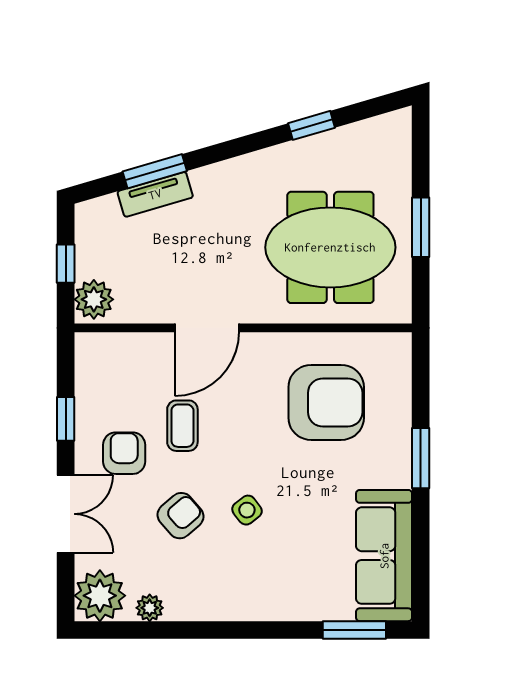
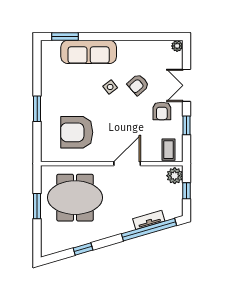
window: (155, 171) -> (149, 230), width x2.11
coffee table: (182, 426) -> (169, 150), moved
sofa: (384, 556) -> (89, 52), moved, turned 90
plant: (100, 596) -> (177, 46), width x0.53, depth x0.53
plant: (150, 608) -> (151, 46), removed

